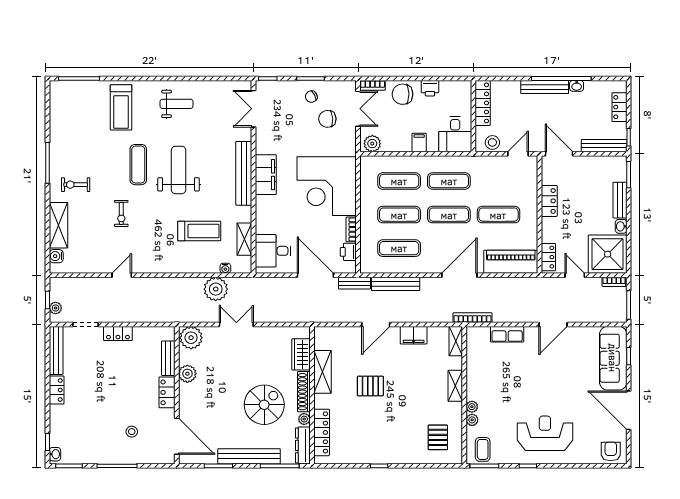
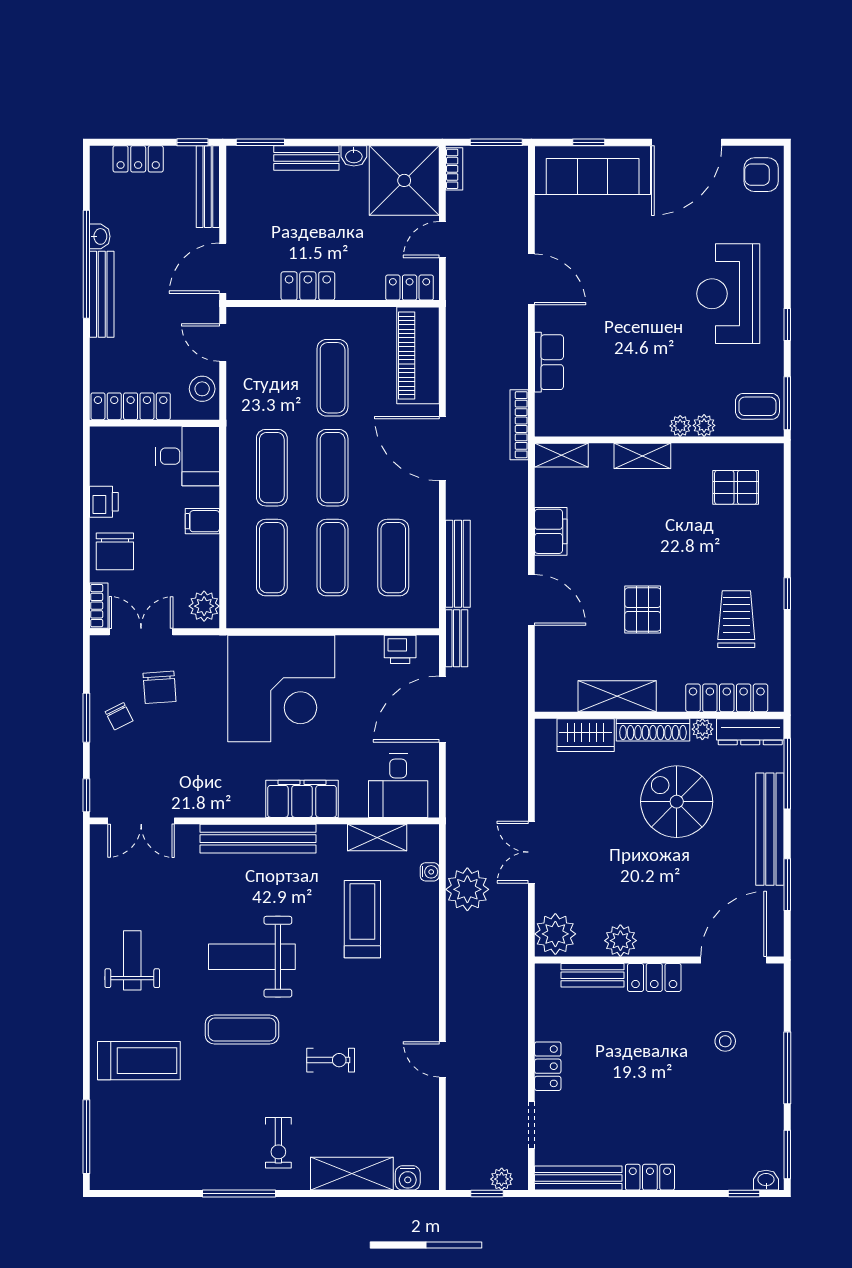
filing cabinet: (266, 175) -> (302, 799), moved
bookcase: (351, 229) -> (359, 644), removed
trolley: (365, 438) -> (736, 619), added

